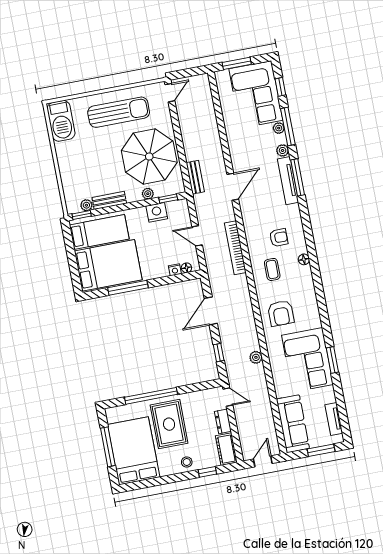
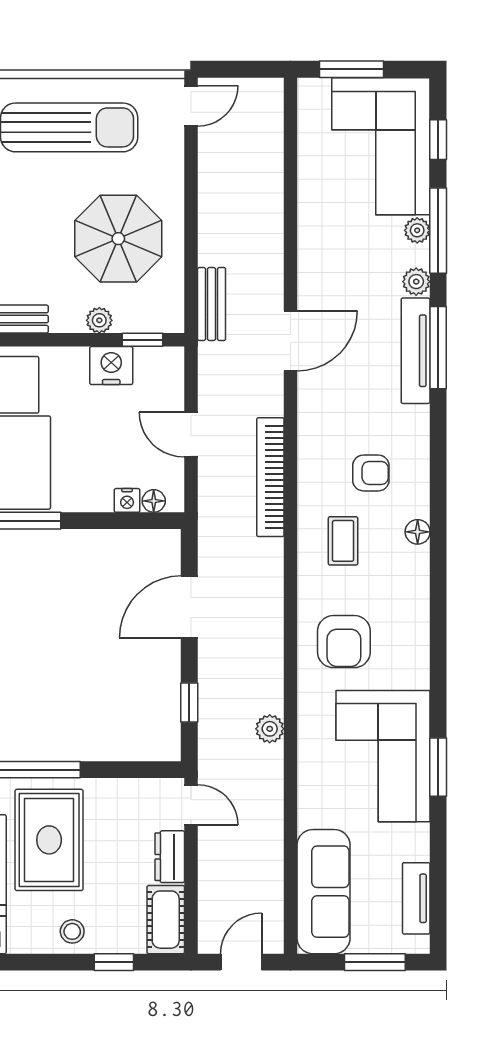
parasol: (149, 157) -> (118, 239), width x0.73, depth x0.73

